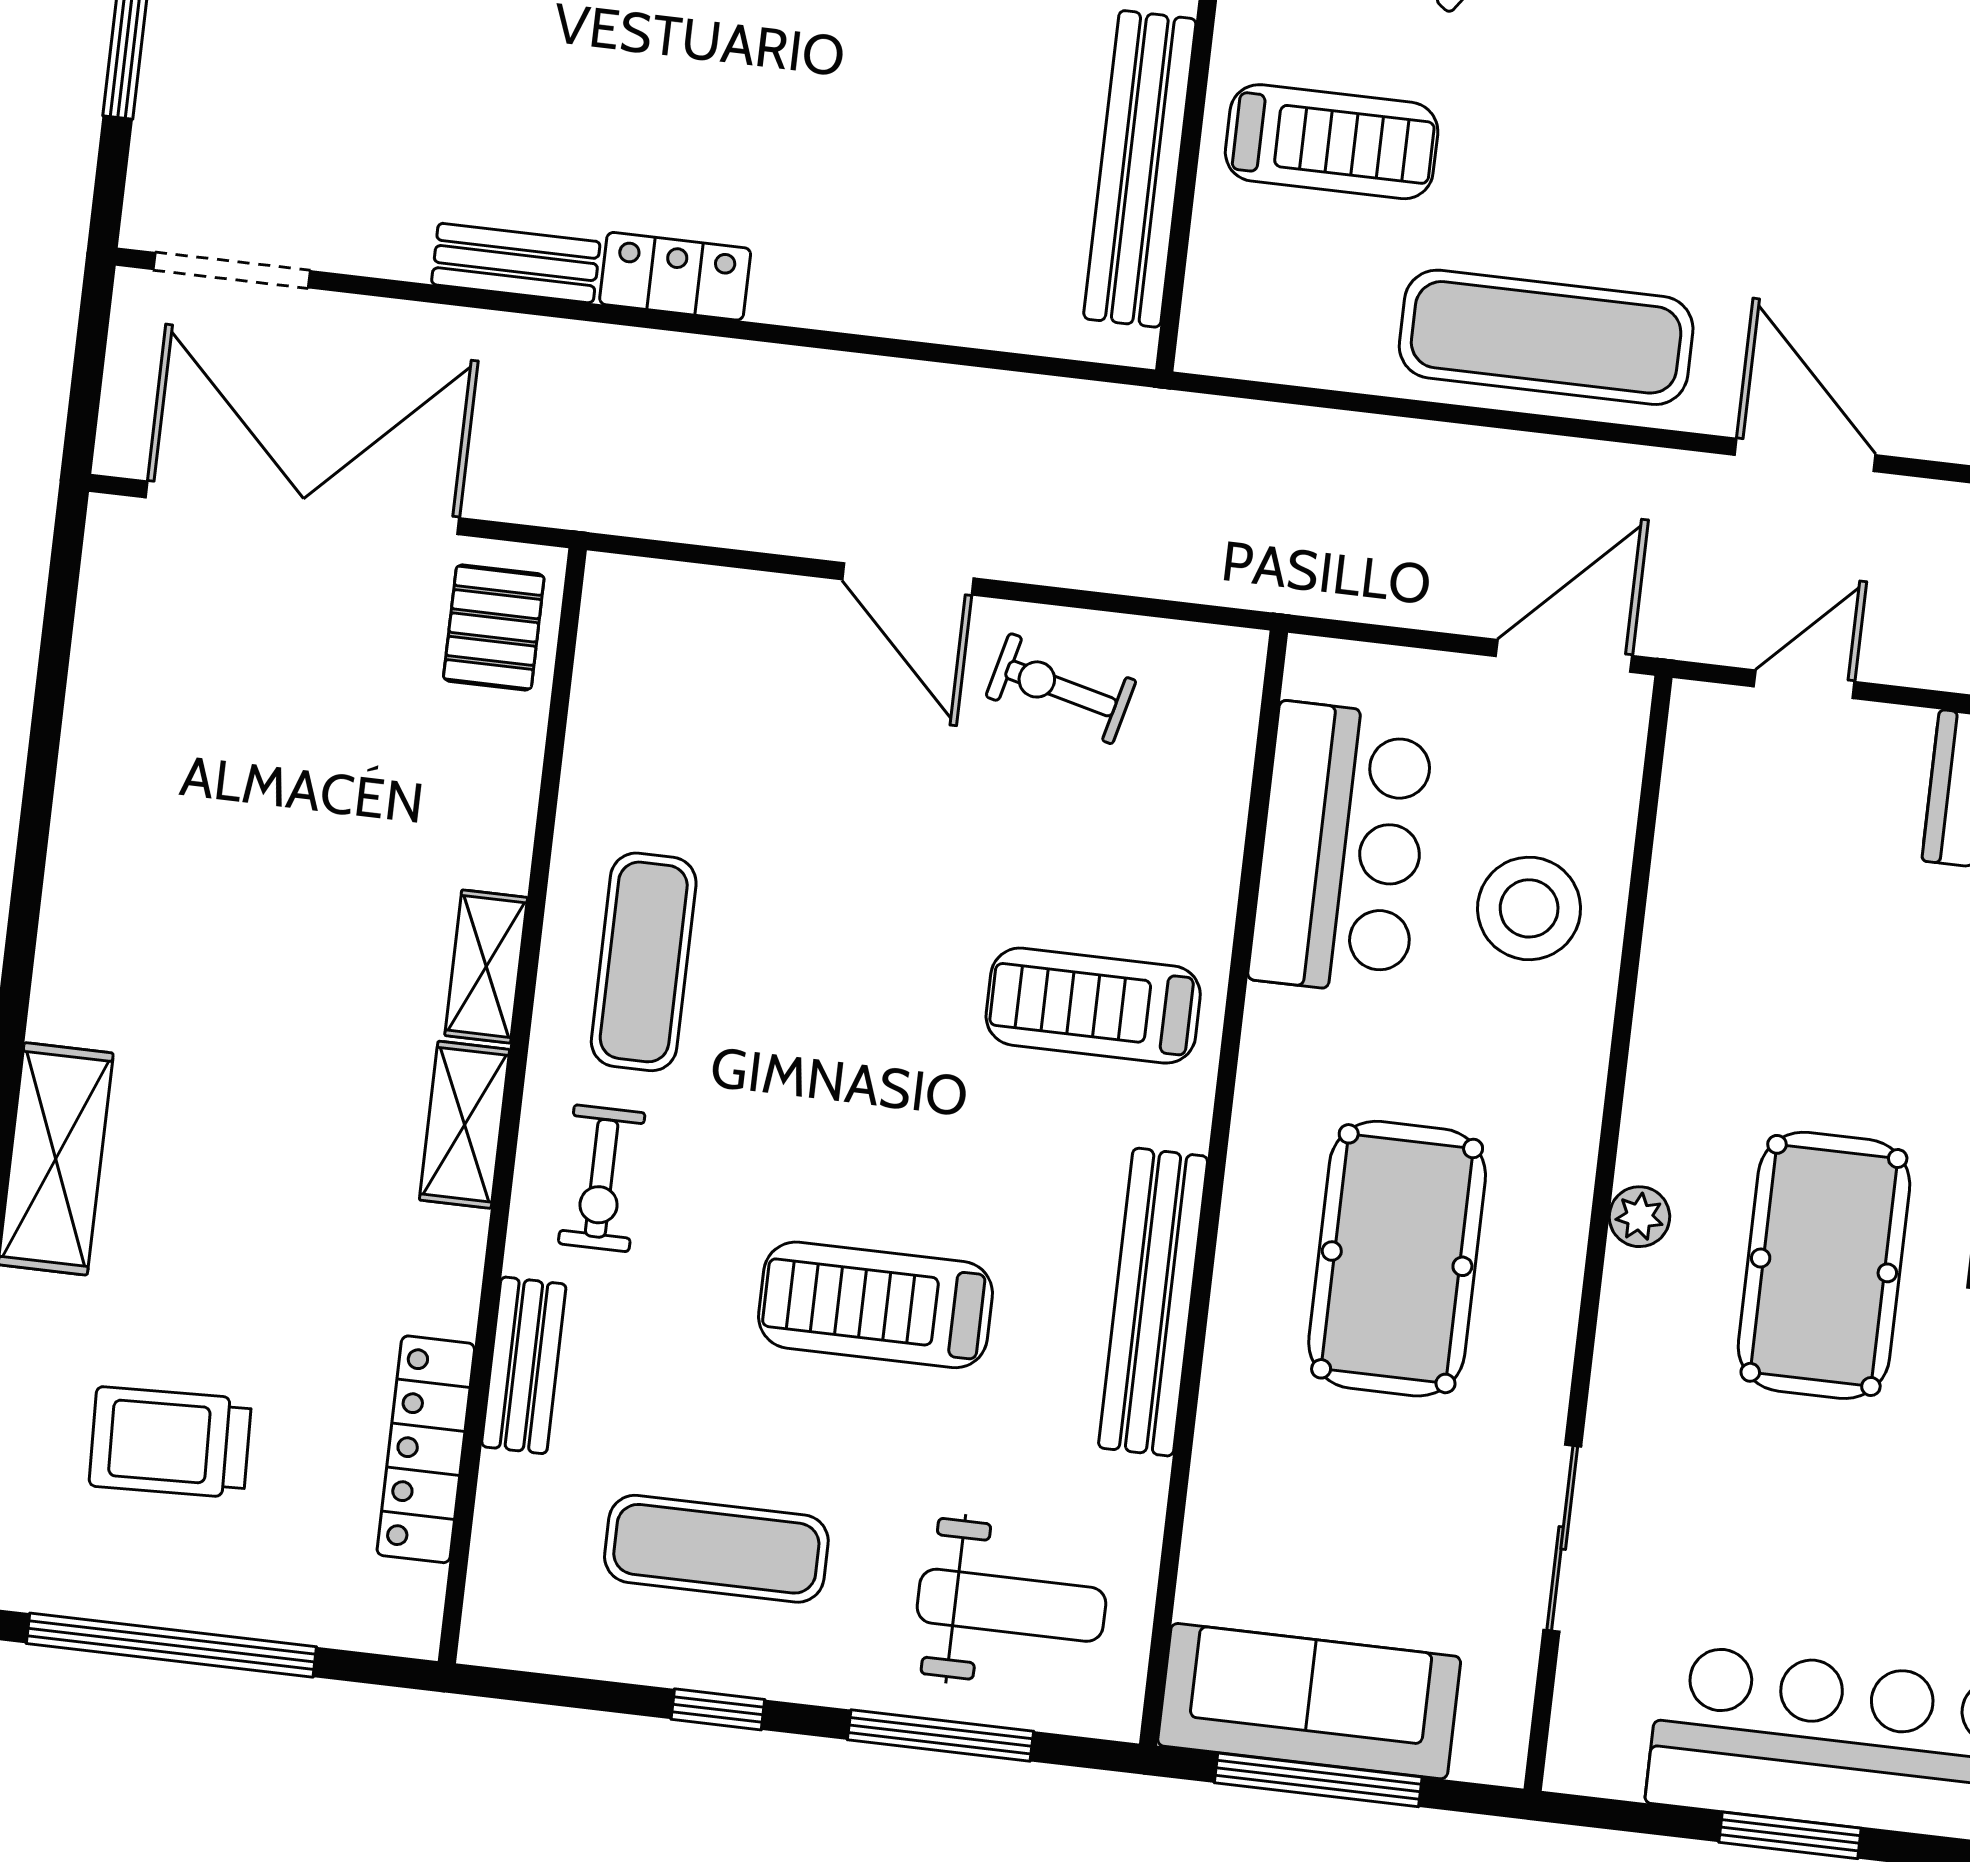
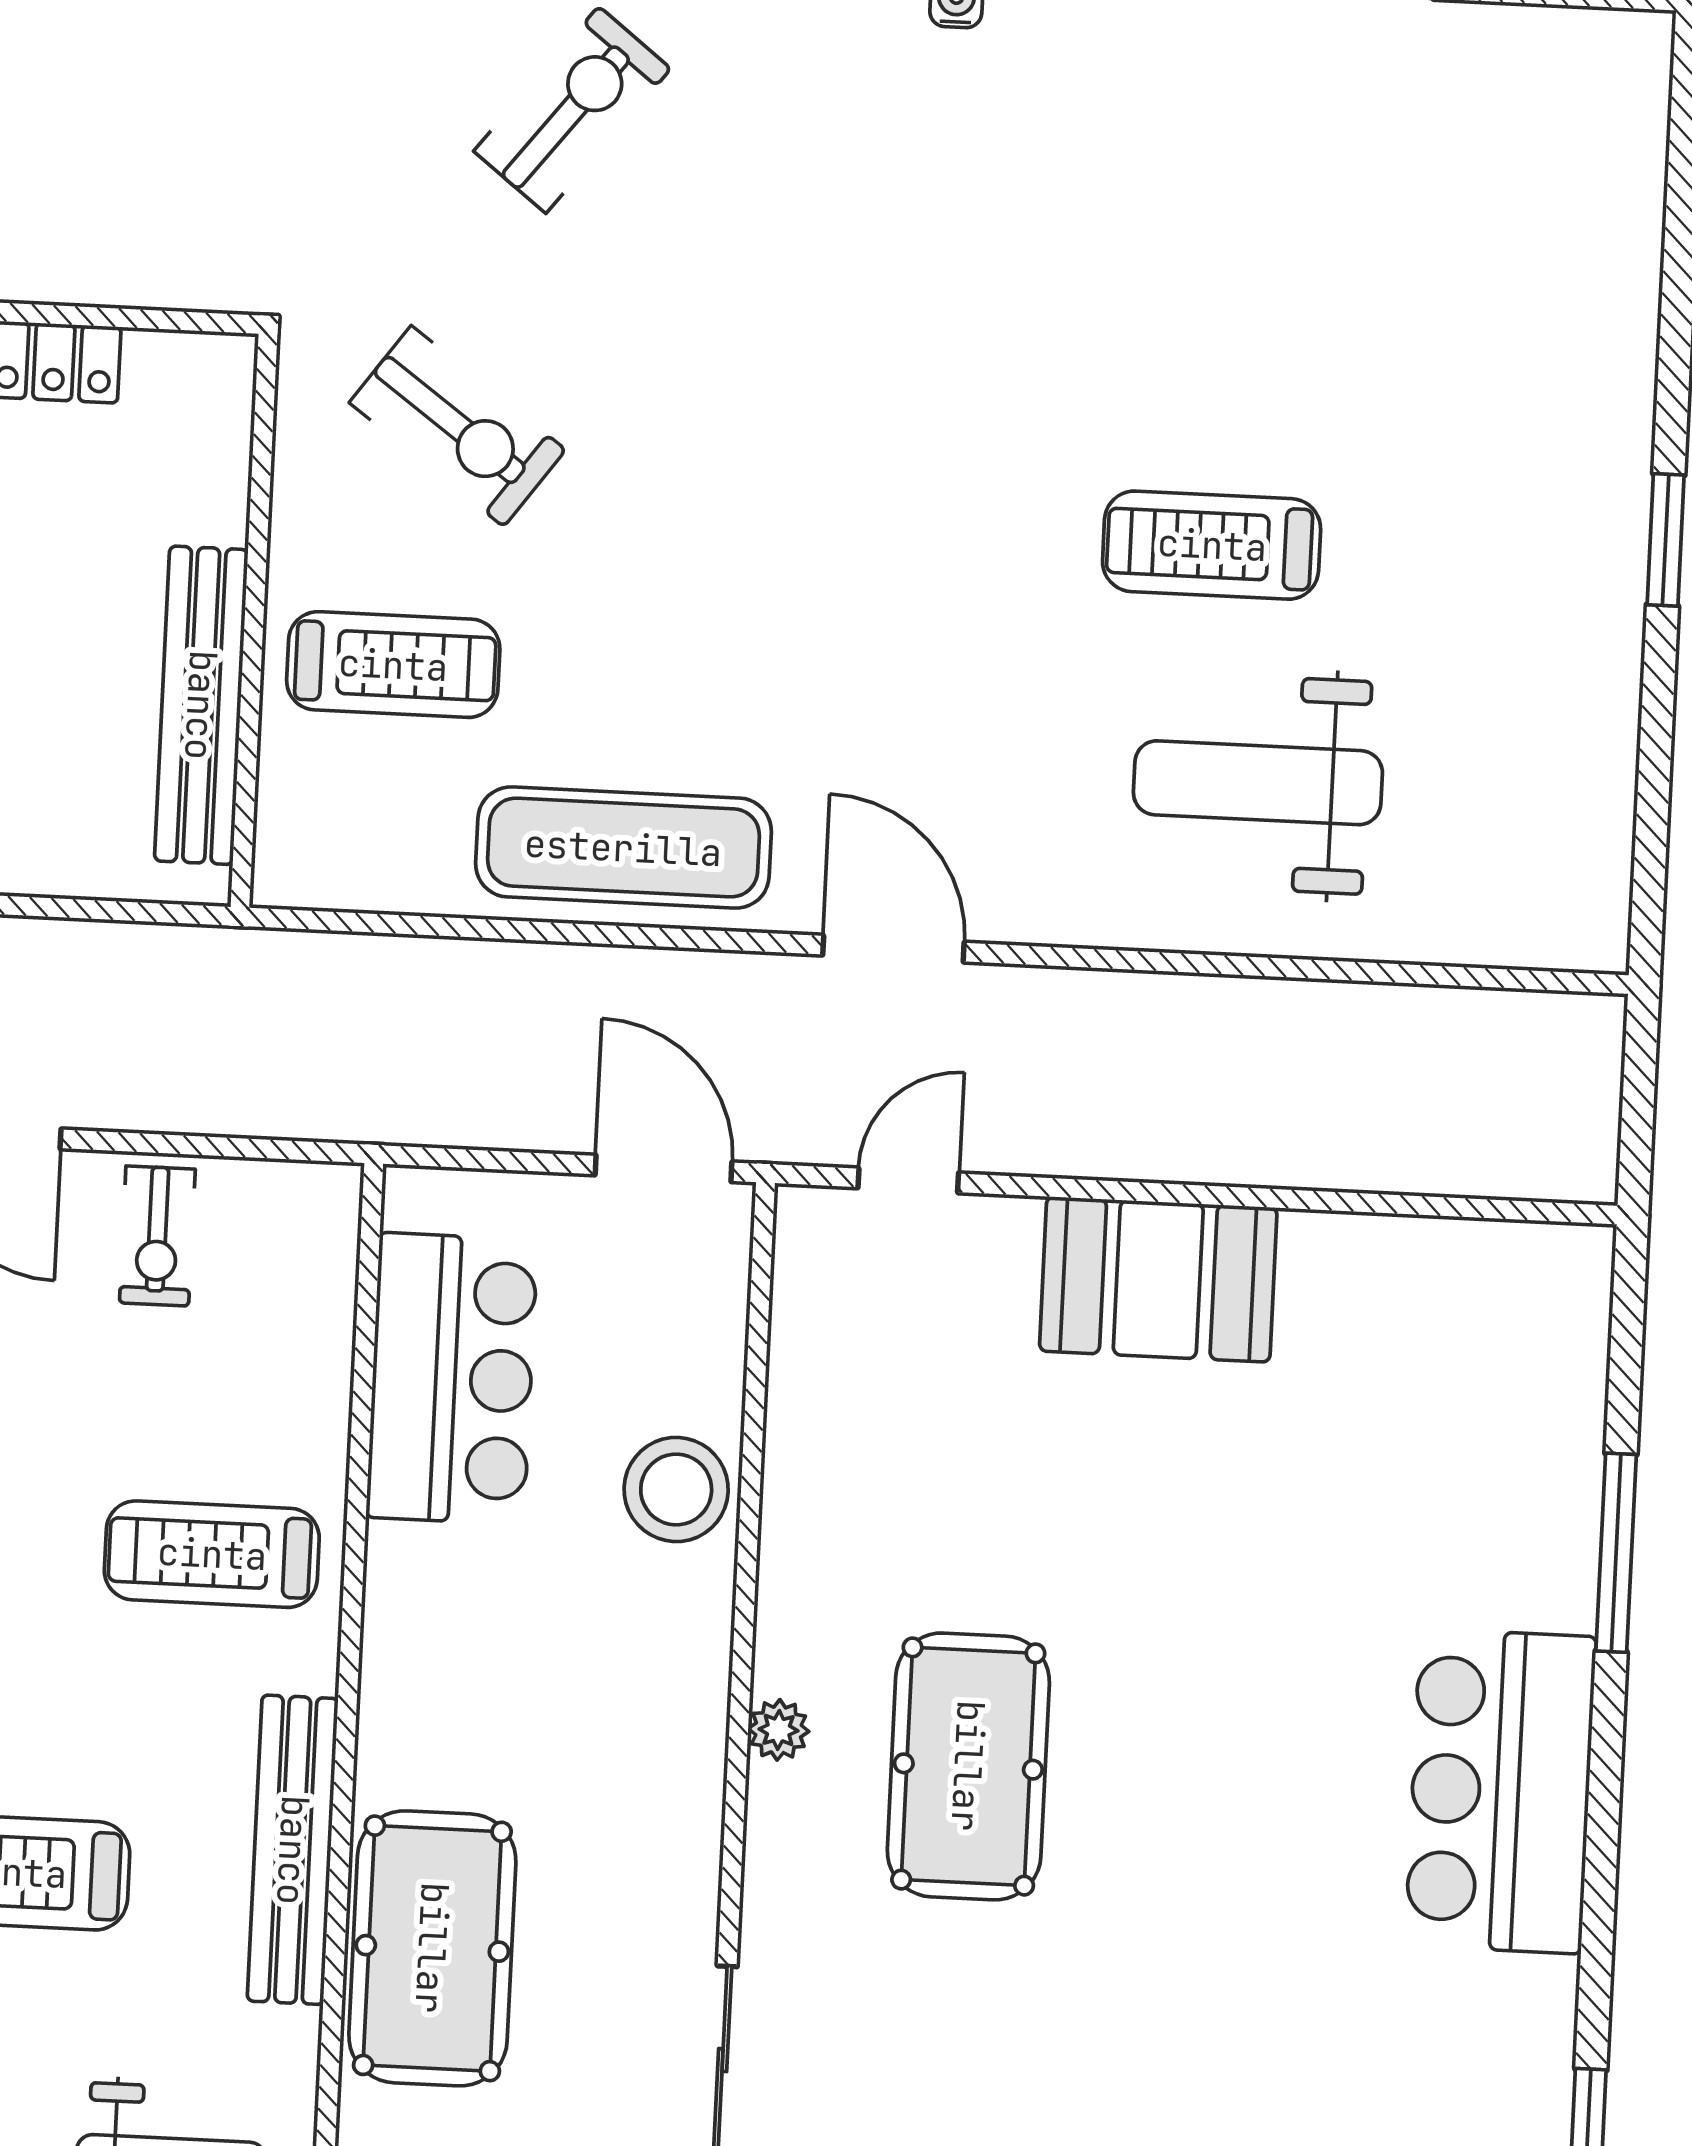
door: (1564, 656) -> (664, 1168), hinge flipped
exercise bike: (1061, 689) -> (157, 1236), turned -104
stool: (1529, 908) -> (676, 1489), moved
pool table: (1397, 1259) -> (432, 1948), moved

